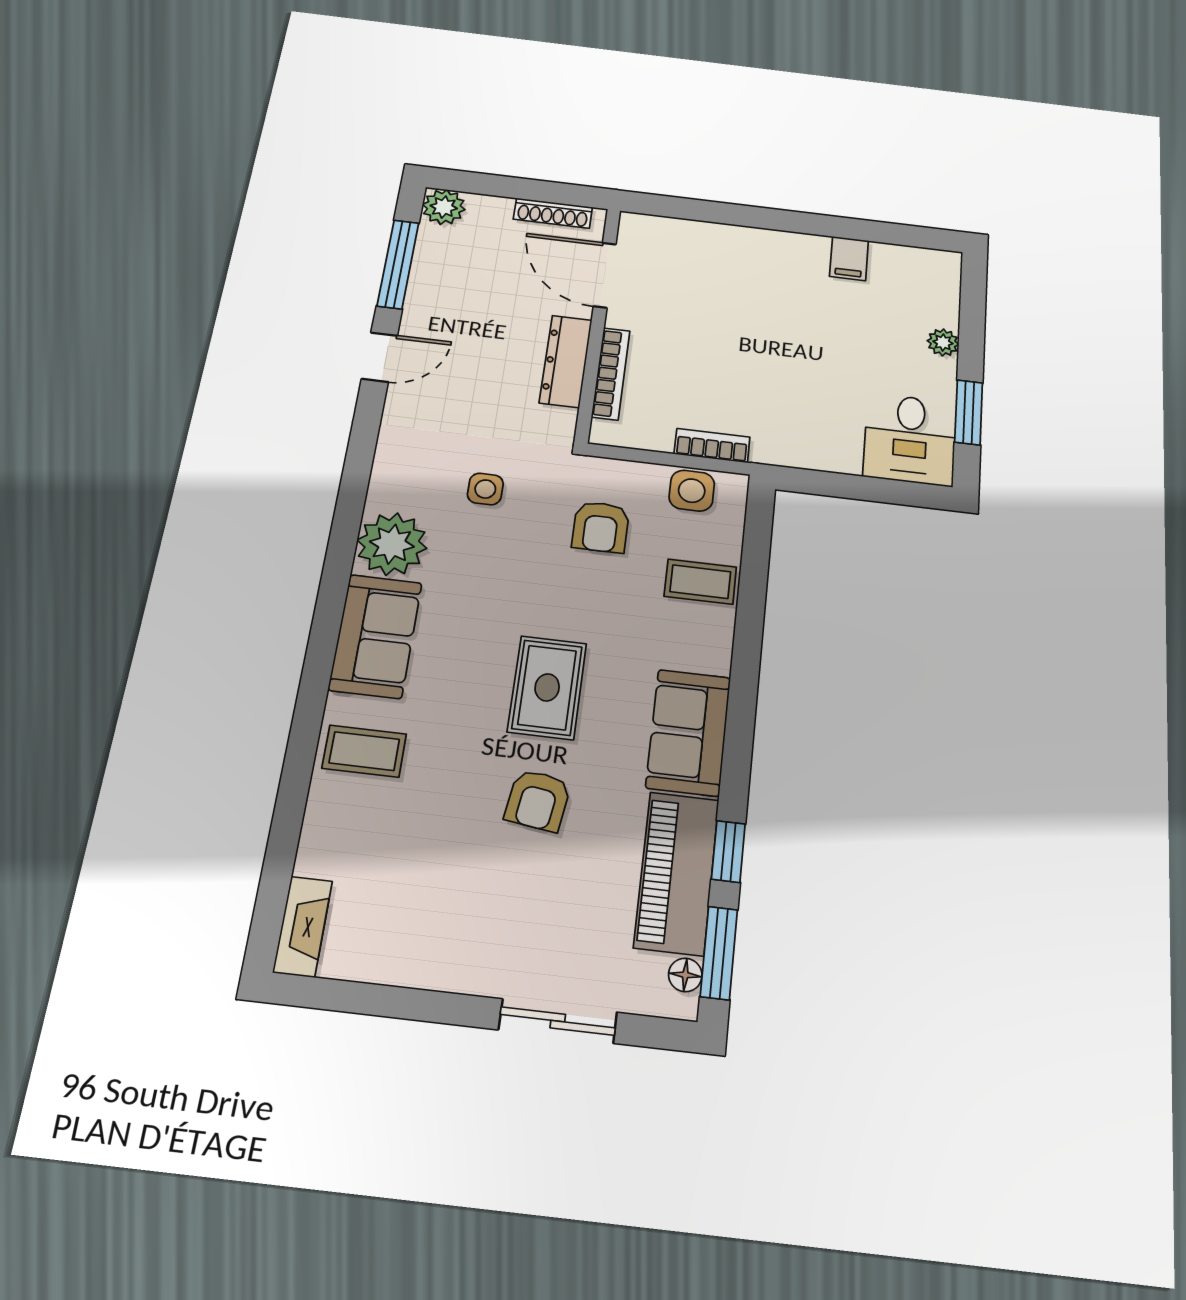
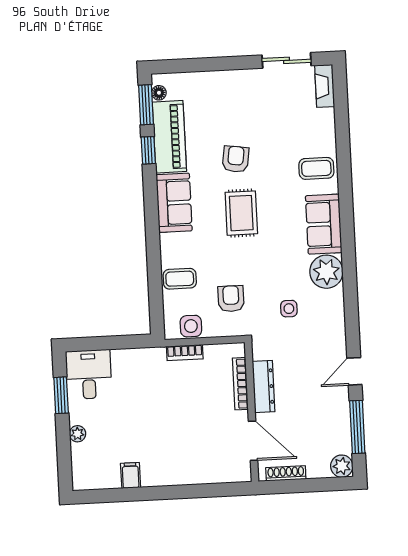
sliding door: (558, 1021) -> (287, 60), moved

